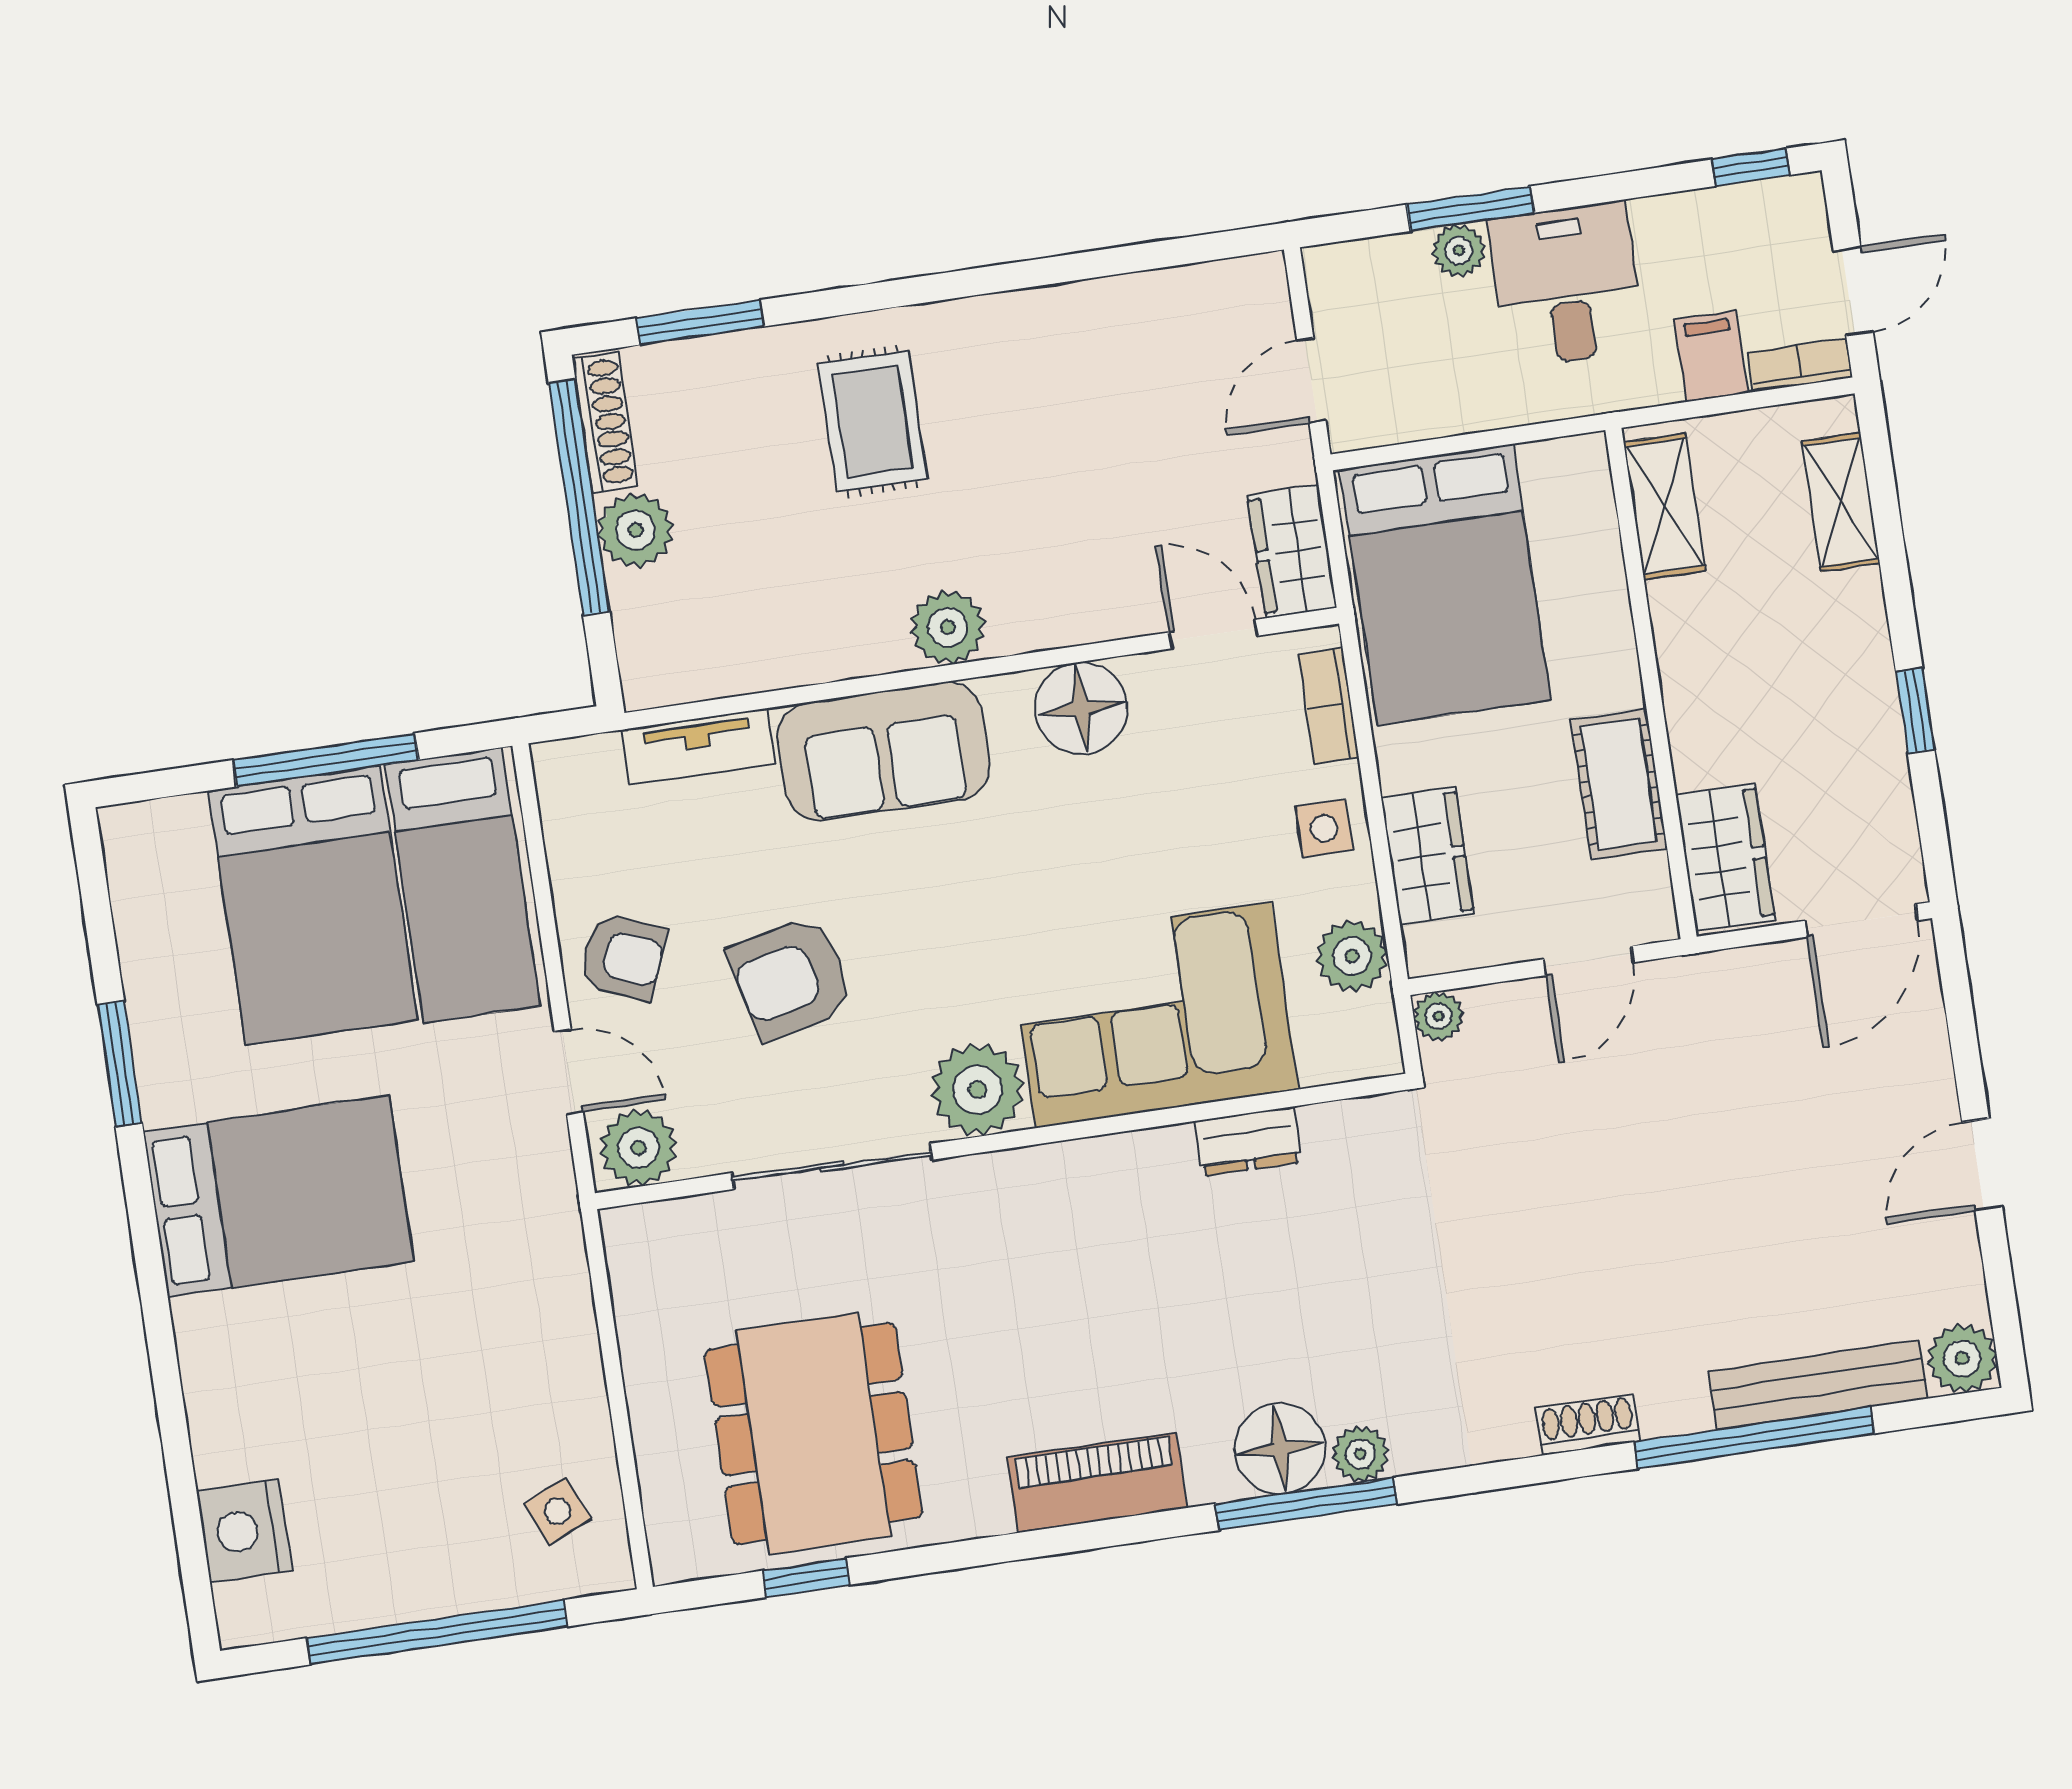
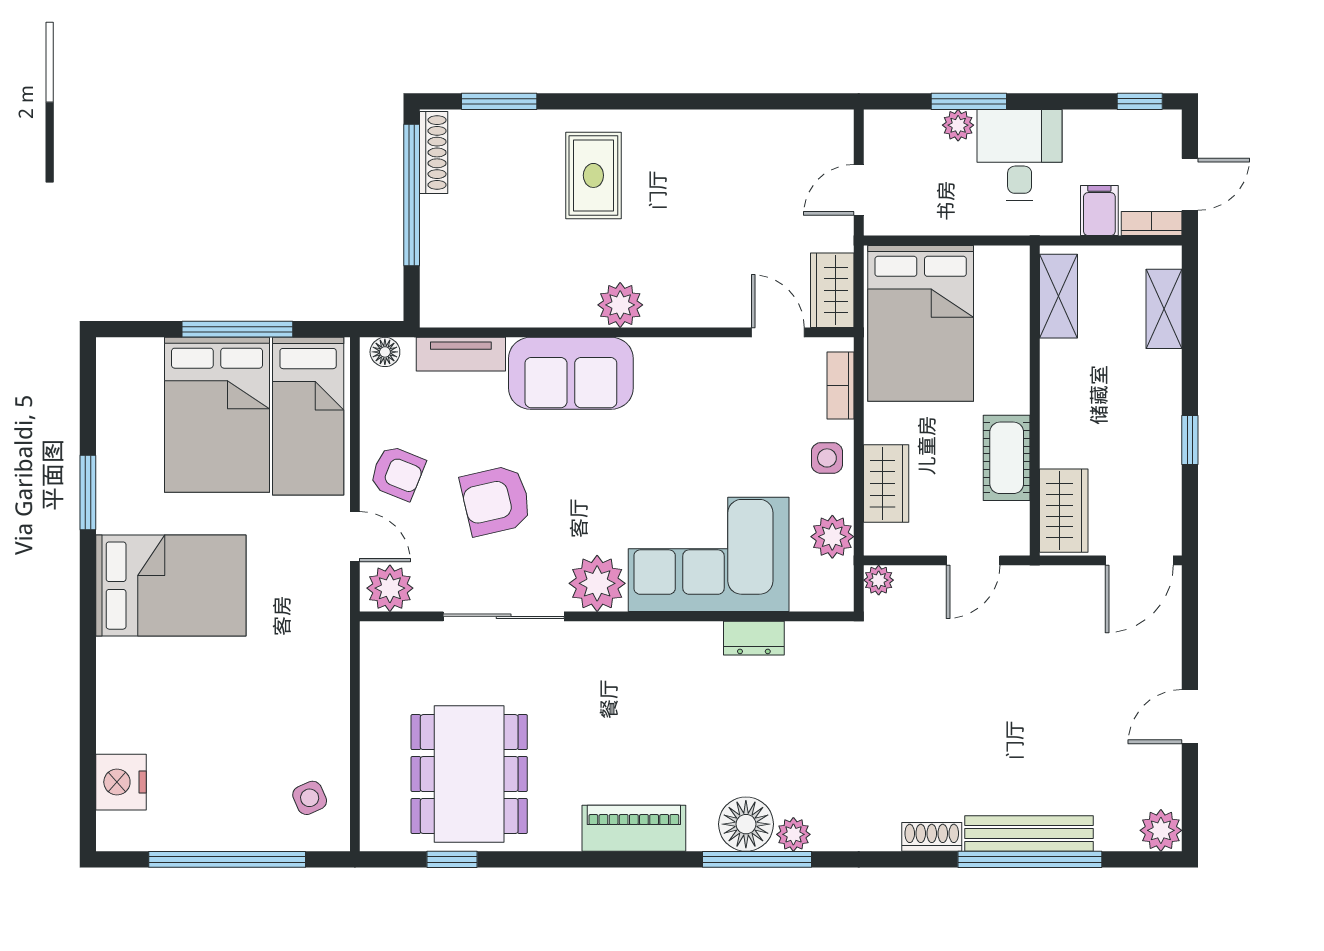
plant: (635, 530) -> (442, 219), removed
floor lamp: (1081, 708) -> (385, 352), moved, width x0.53, depth x0.53
bench: (1818, 1385) -> (1029, 833), moved

